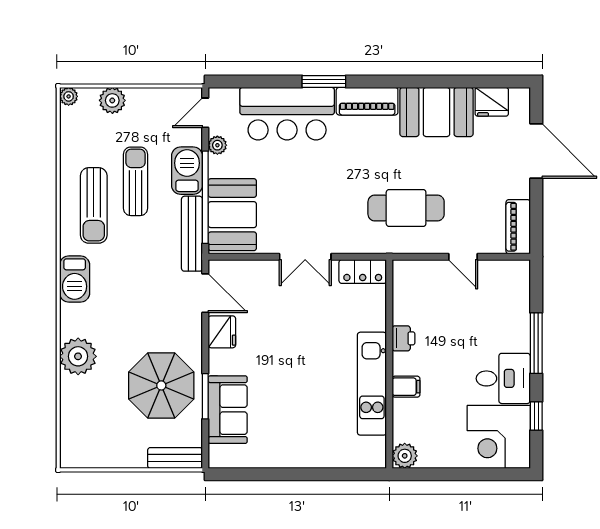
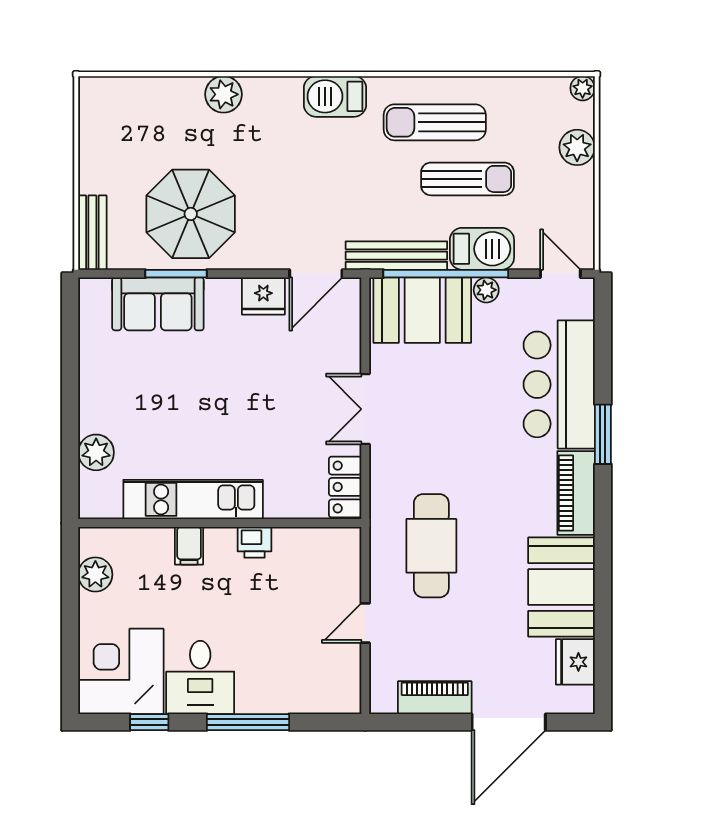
plant: (217, 145) -> (486, 290), moved
piano: (518, 227) -> (435, 698), moved
plant: (78, 356) -> (224, 94), width x0.73, depth x0.73
plant: (337, 455) -> (96, 452), added
plant: (405, 456) -> (95, 574), moved

